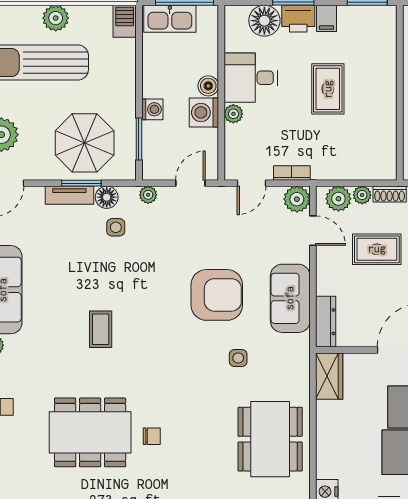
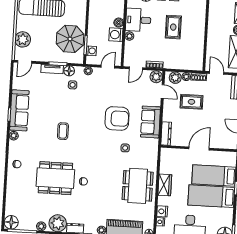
washing machine: (152, 109) -> (91, 51), moved
parasol: (85, 143) -> (70, 39), moved
wardrobe: (329, 376) -> (165, 185), moved

